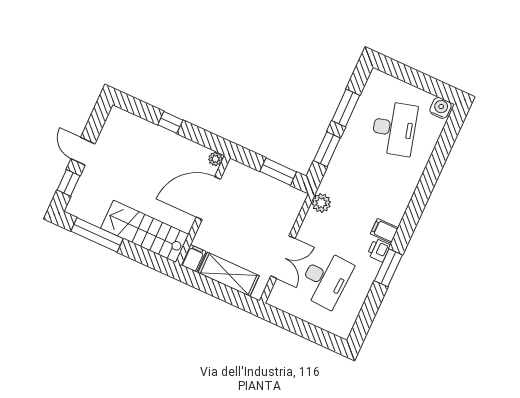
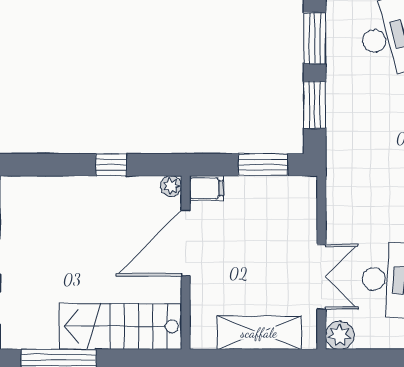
window: (170, 122) -> (111, 165), moved
plant: (321, 203) -> (340, 335), moved
filing cabinet: (194, 258) -> (207, 188), moved, turned 90

